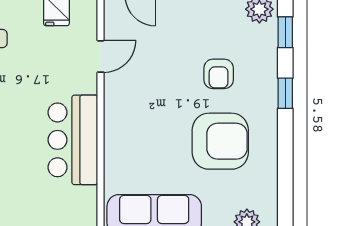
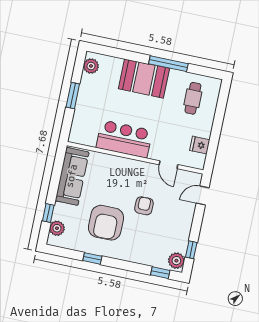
armchair: (219, 74) -> (144, 206), moved, turned 90
window: (285, 93) -> (92, 258), moved

